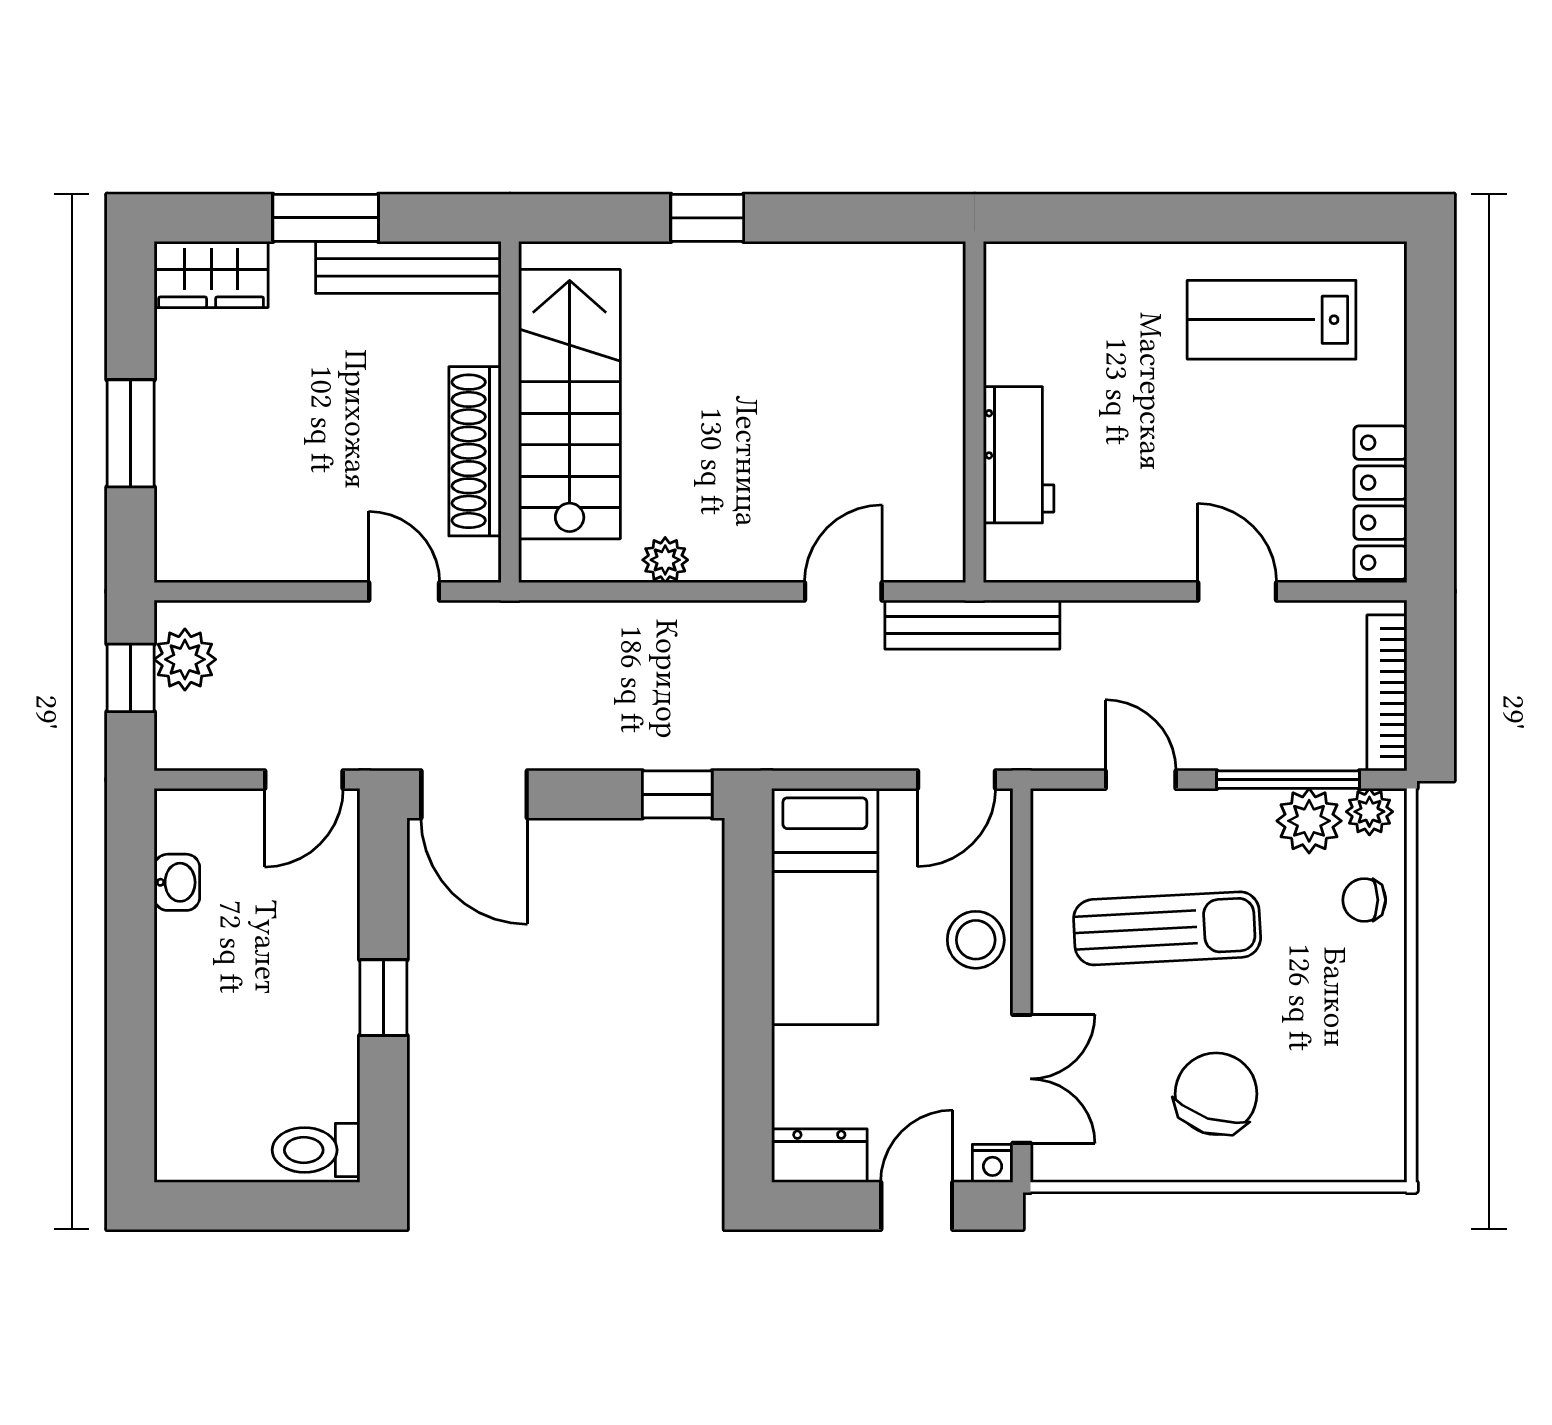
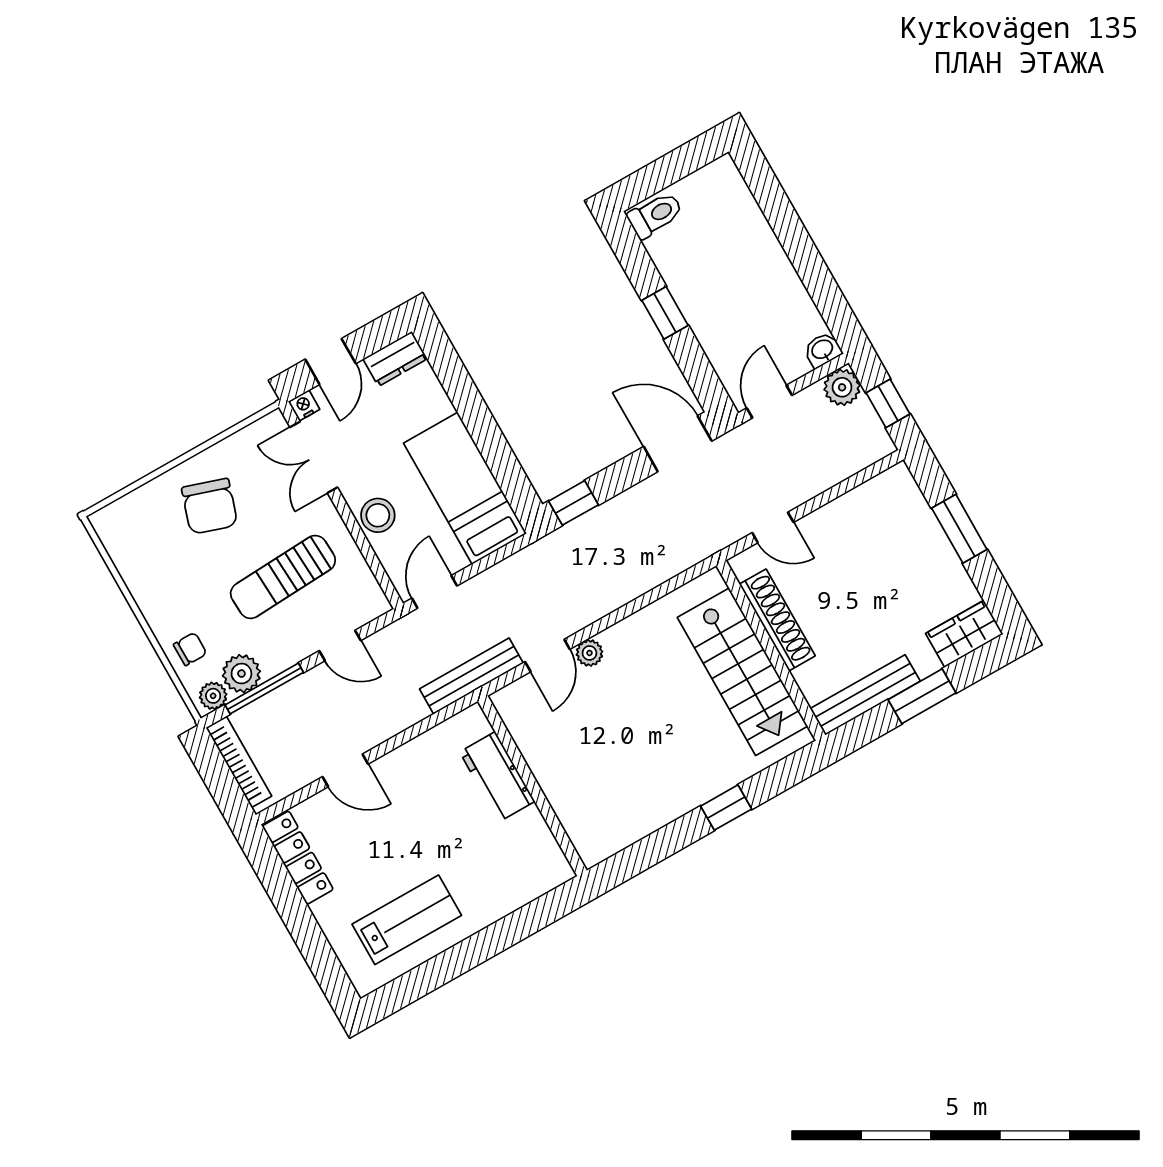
plant: (665, 560) -> (589, 653), moved
plant: (185, 659) -> (842, 387), moved
washbasin: (177, 882) -> (823, 350), moved, turned 90

